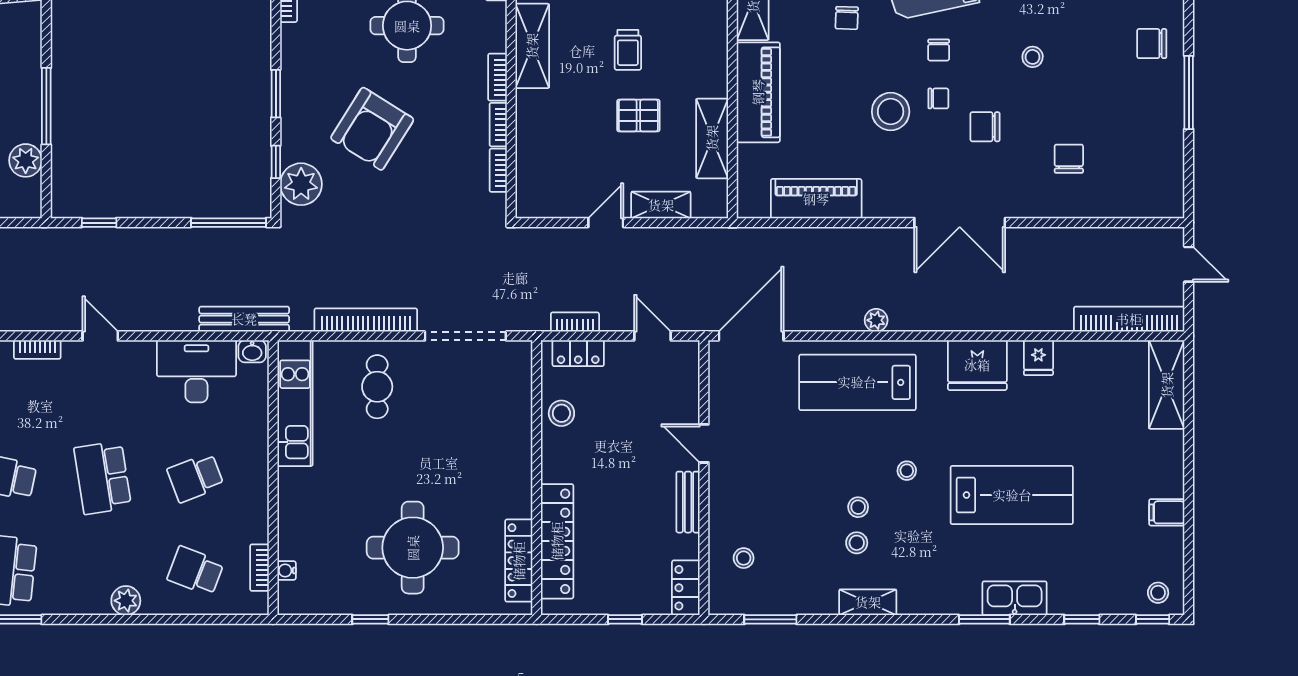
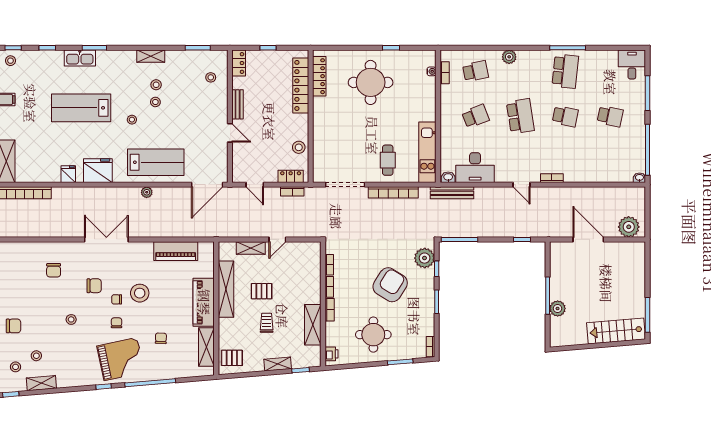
shelving: (712, 138) -> (226, 289), width x1.47
plant: (26, 160) -> (558, 309), moved
school desk: (195, 571) -> (475, 71), turned -33

